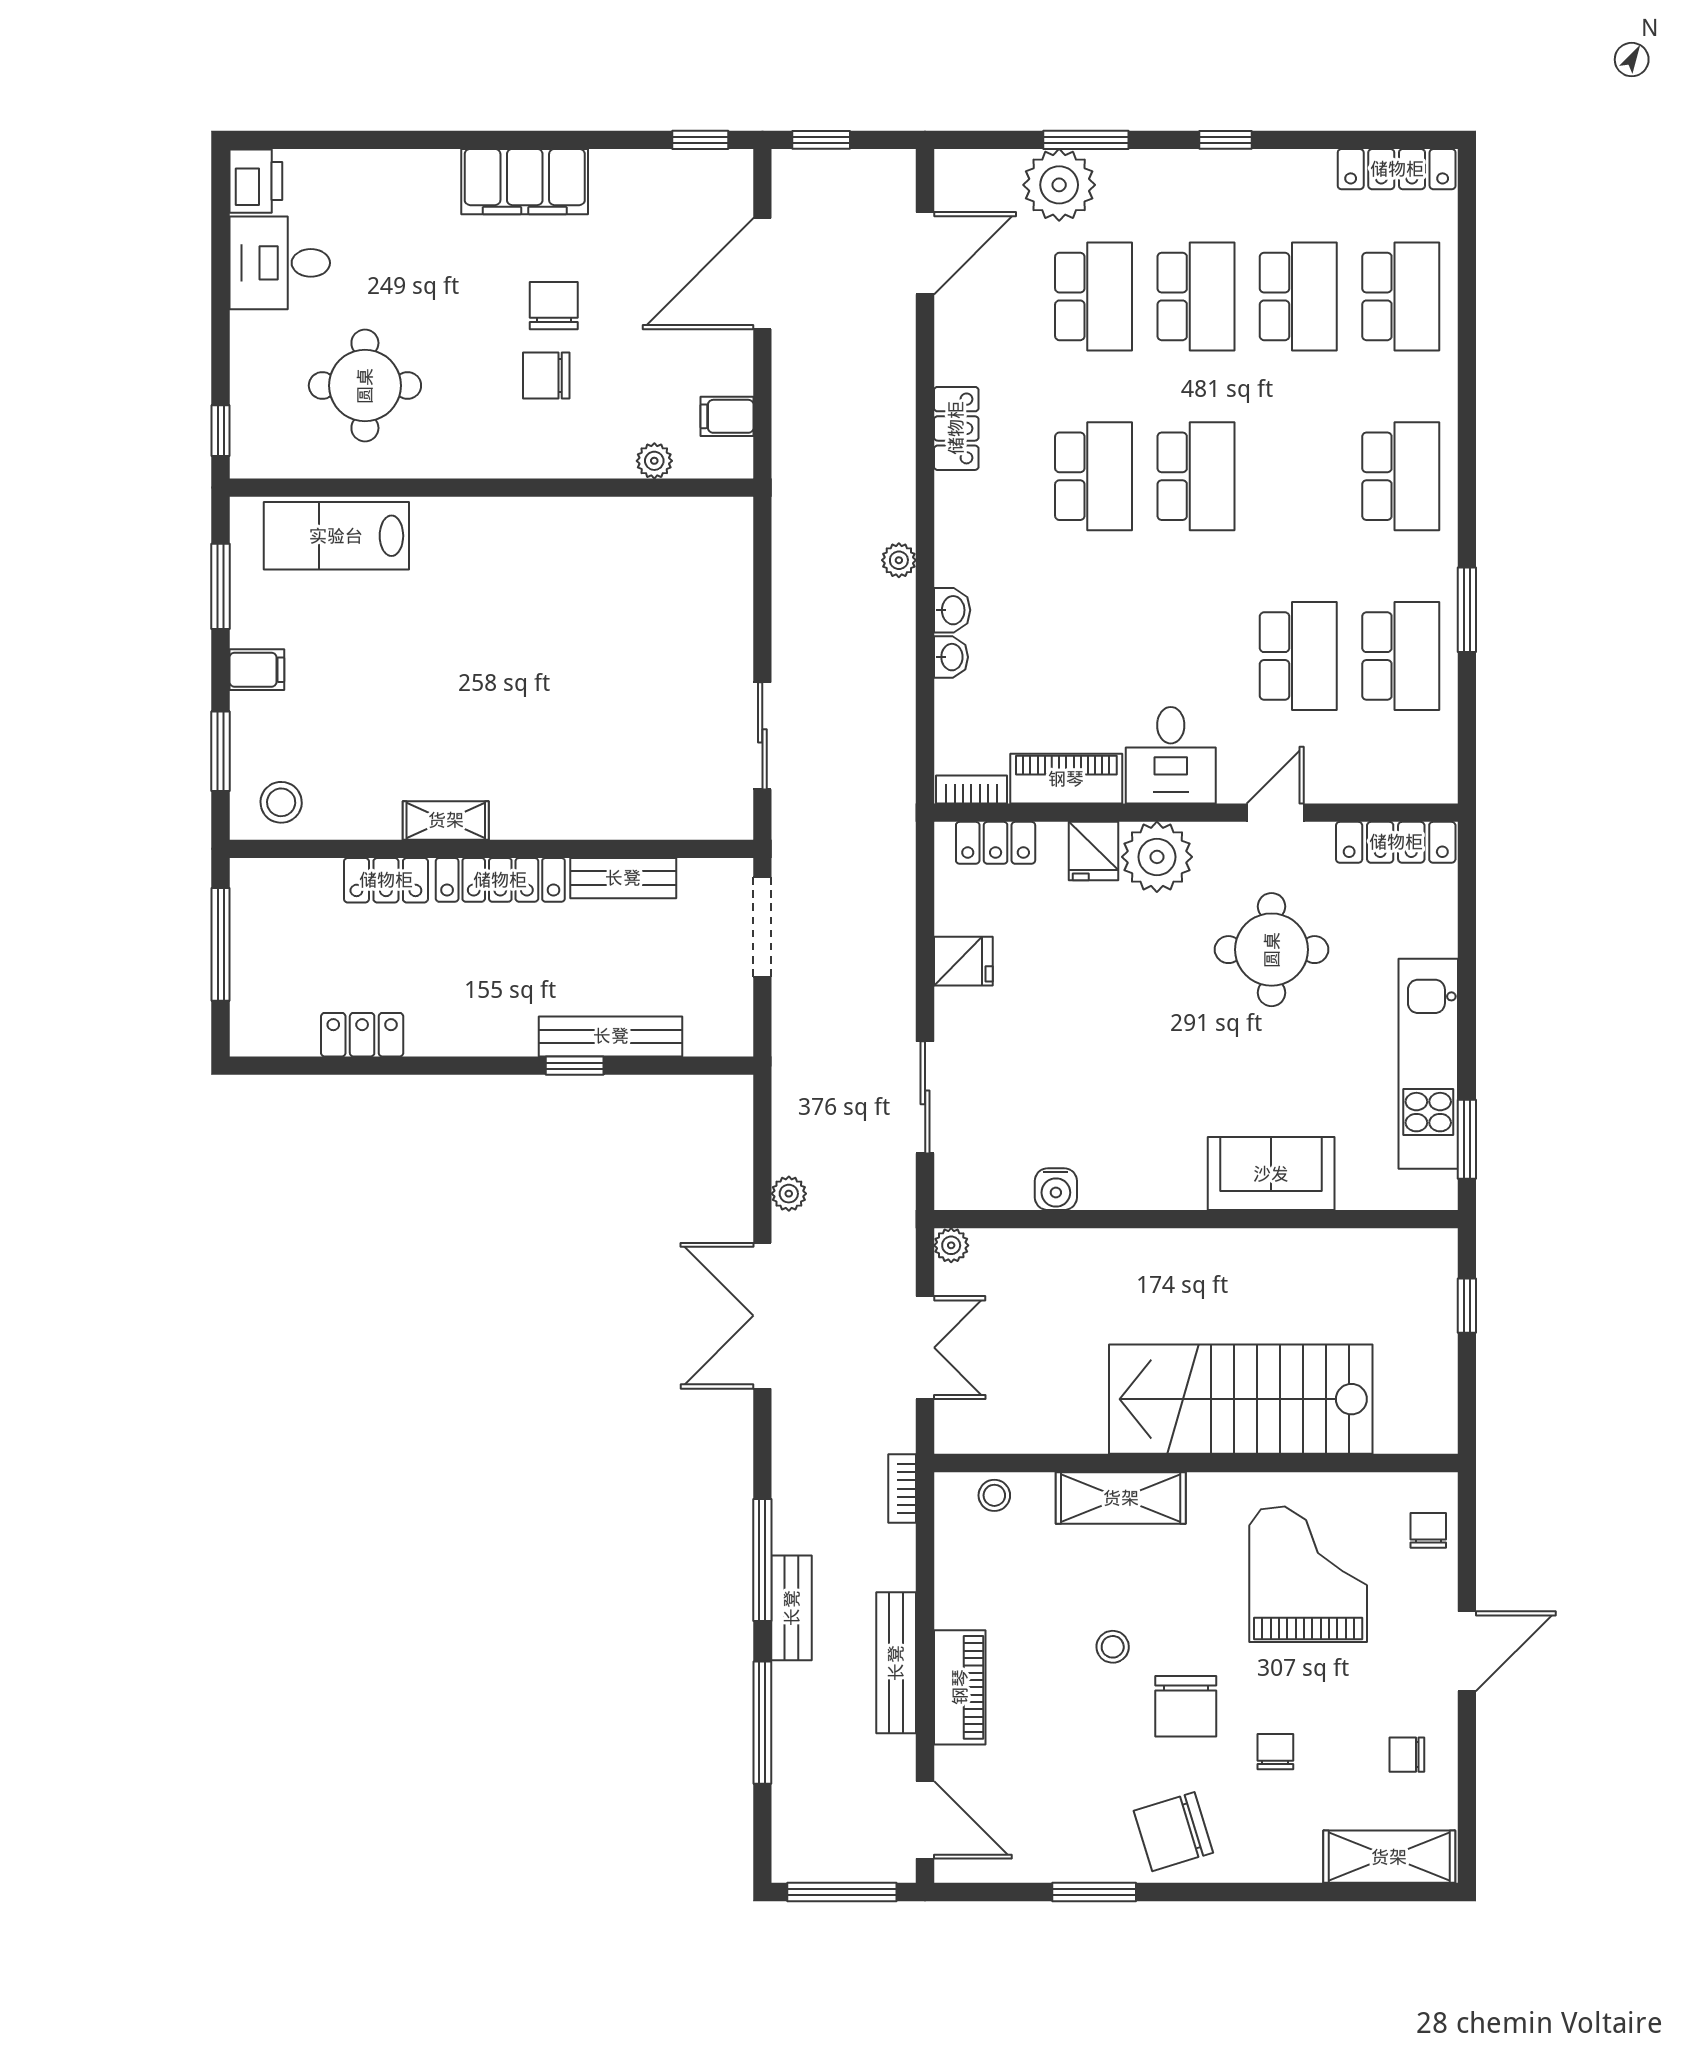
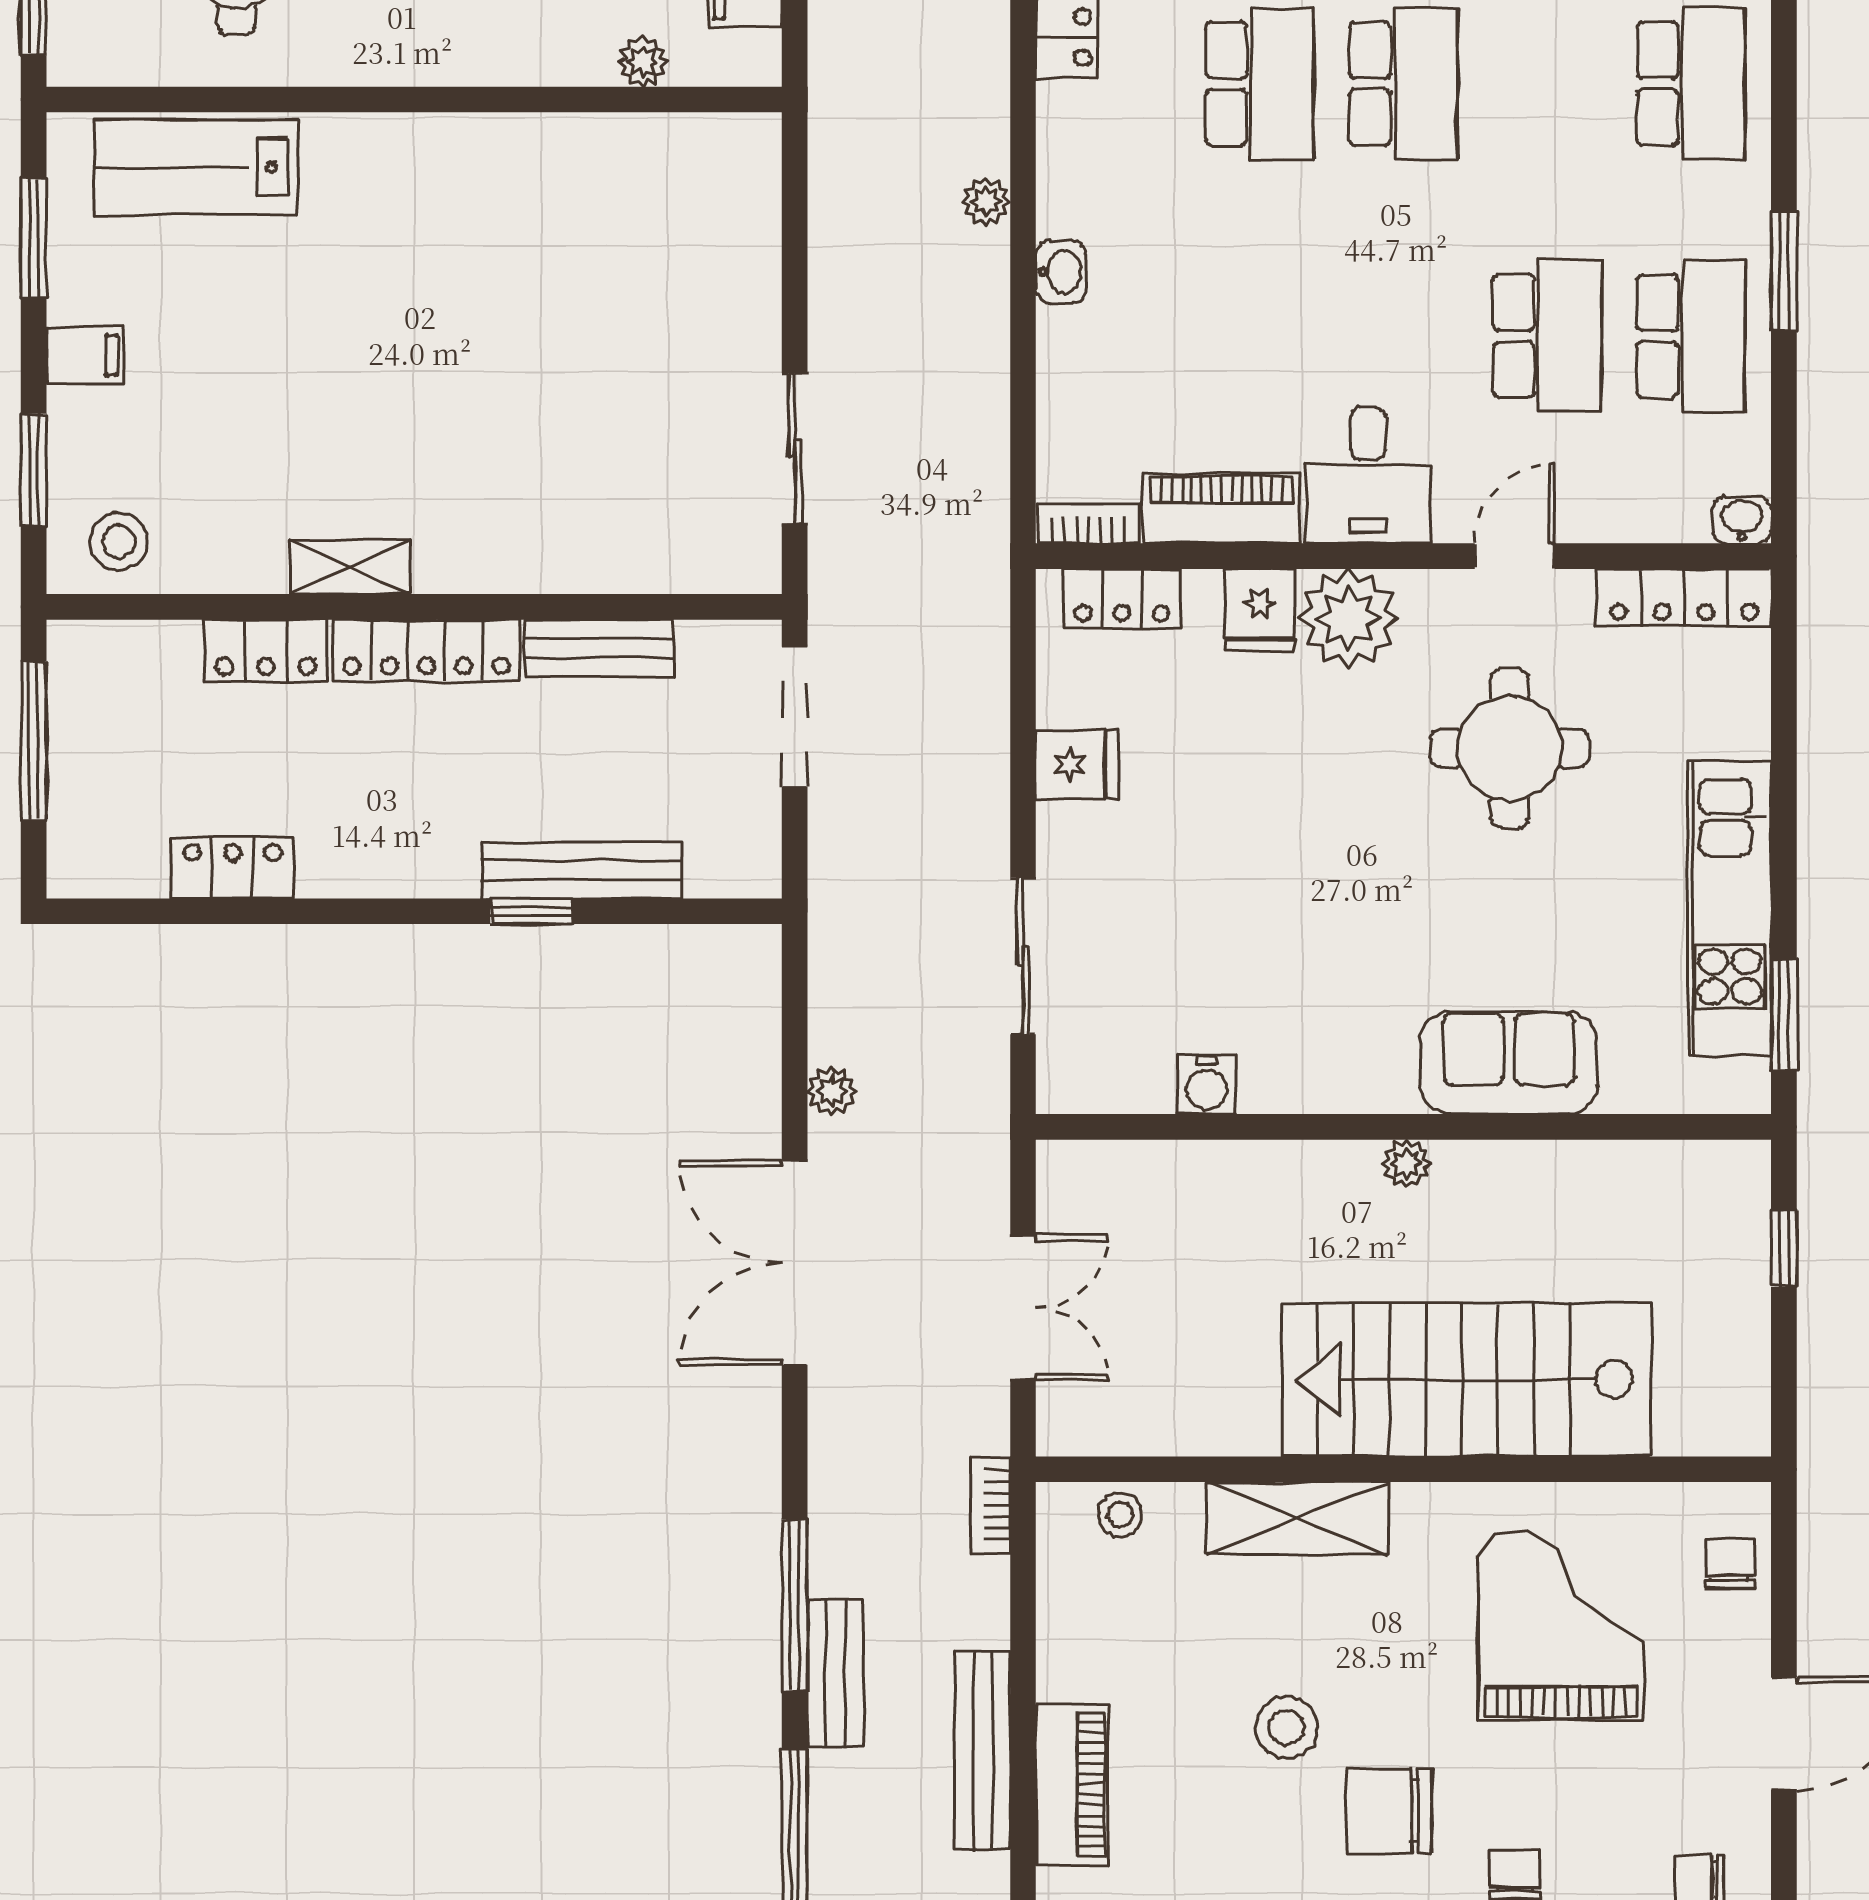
washbasin: (951, 657) -> (1742, 520), moved, turned -90
plant: (951, 1245) -> (1406, 1164), moved
stool: (1113, 1647) -> (1286, 1727), width x1.37, depth x1.37
chair: (1186, 1706) -> (1389, 1811), turned 90

